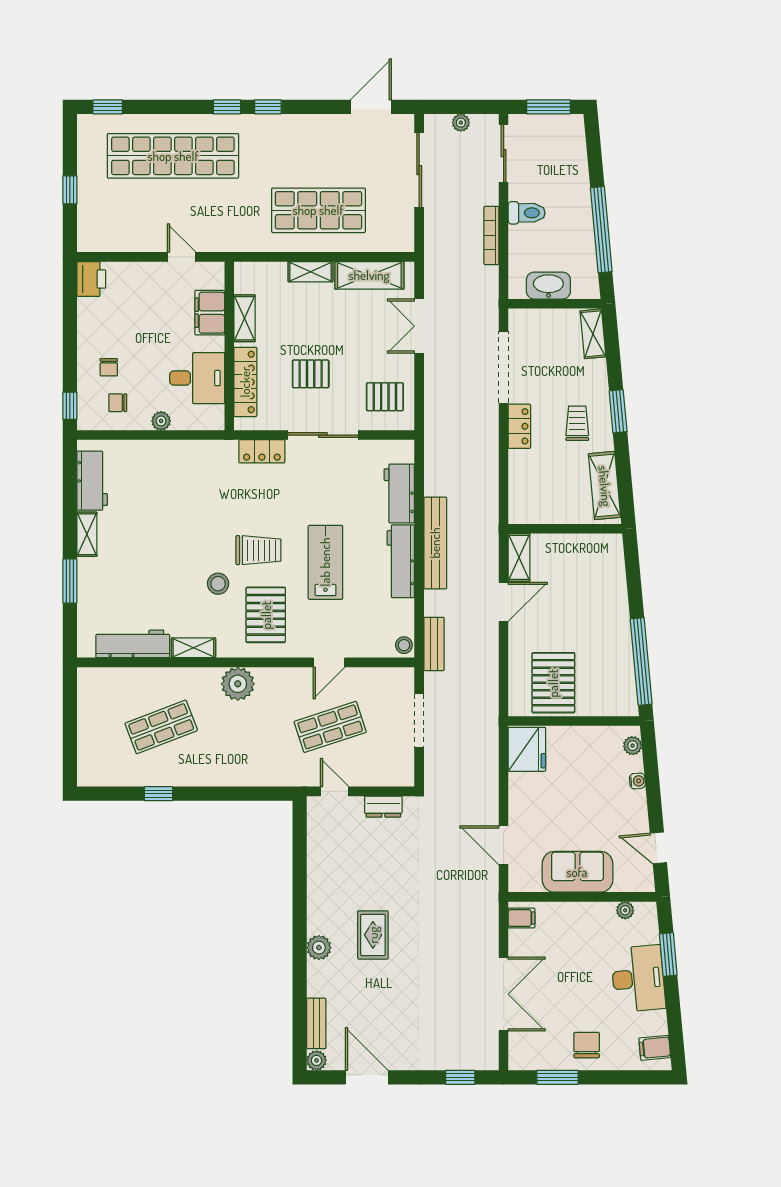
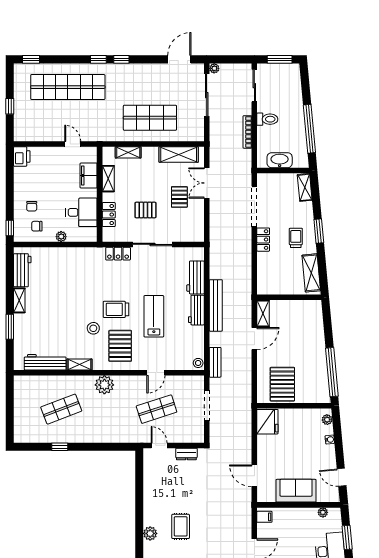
plant: (461, 123) -> (214, 68), moved
shelving: (310, 272) -> (128, 152), moved
locker: (245, 382) -> (109, 215), width x0.66
pallet: (385, 397) -> (179, 197), moved, turned 90
trolley: (258, 550) -> (116, 309), turned 180
workbench: (401, 561) -> (196, 310), width x0.73

